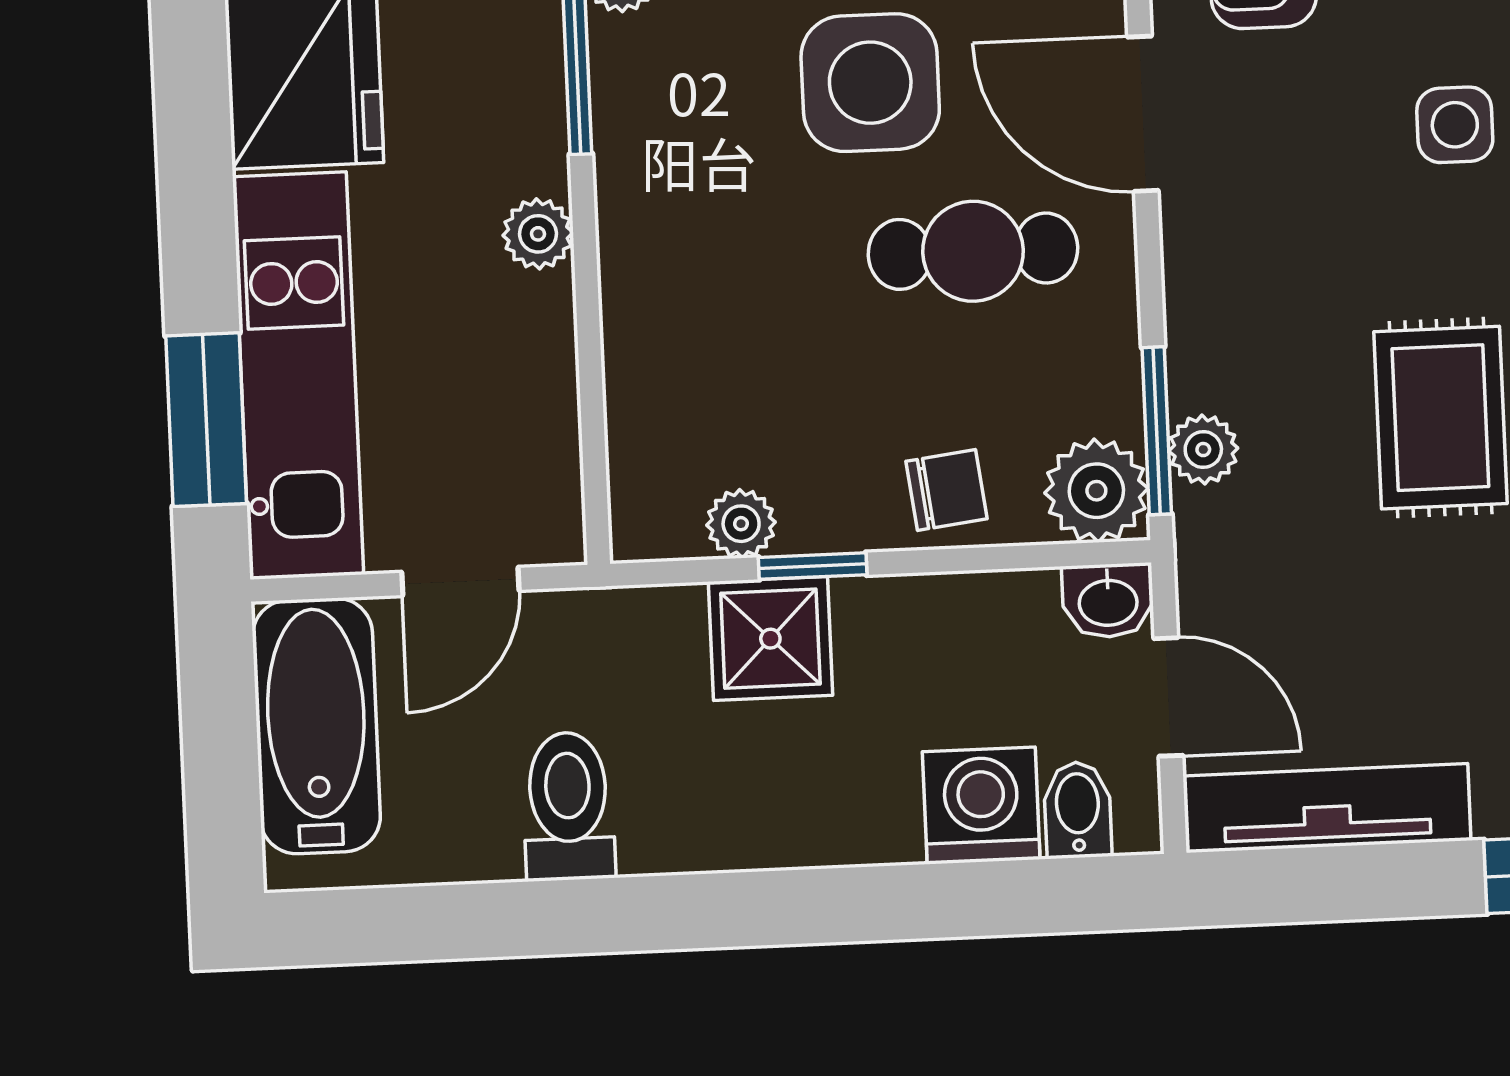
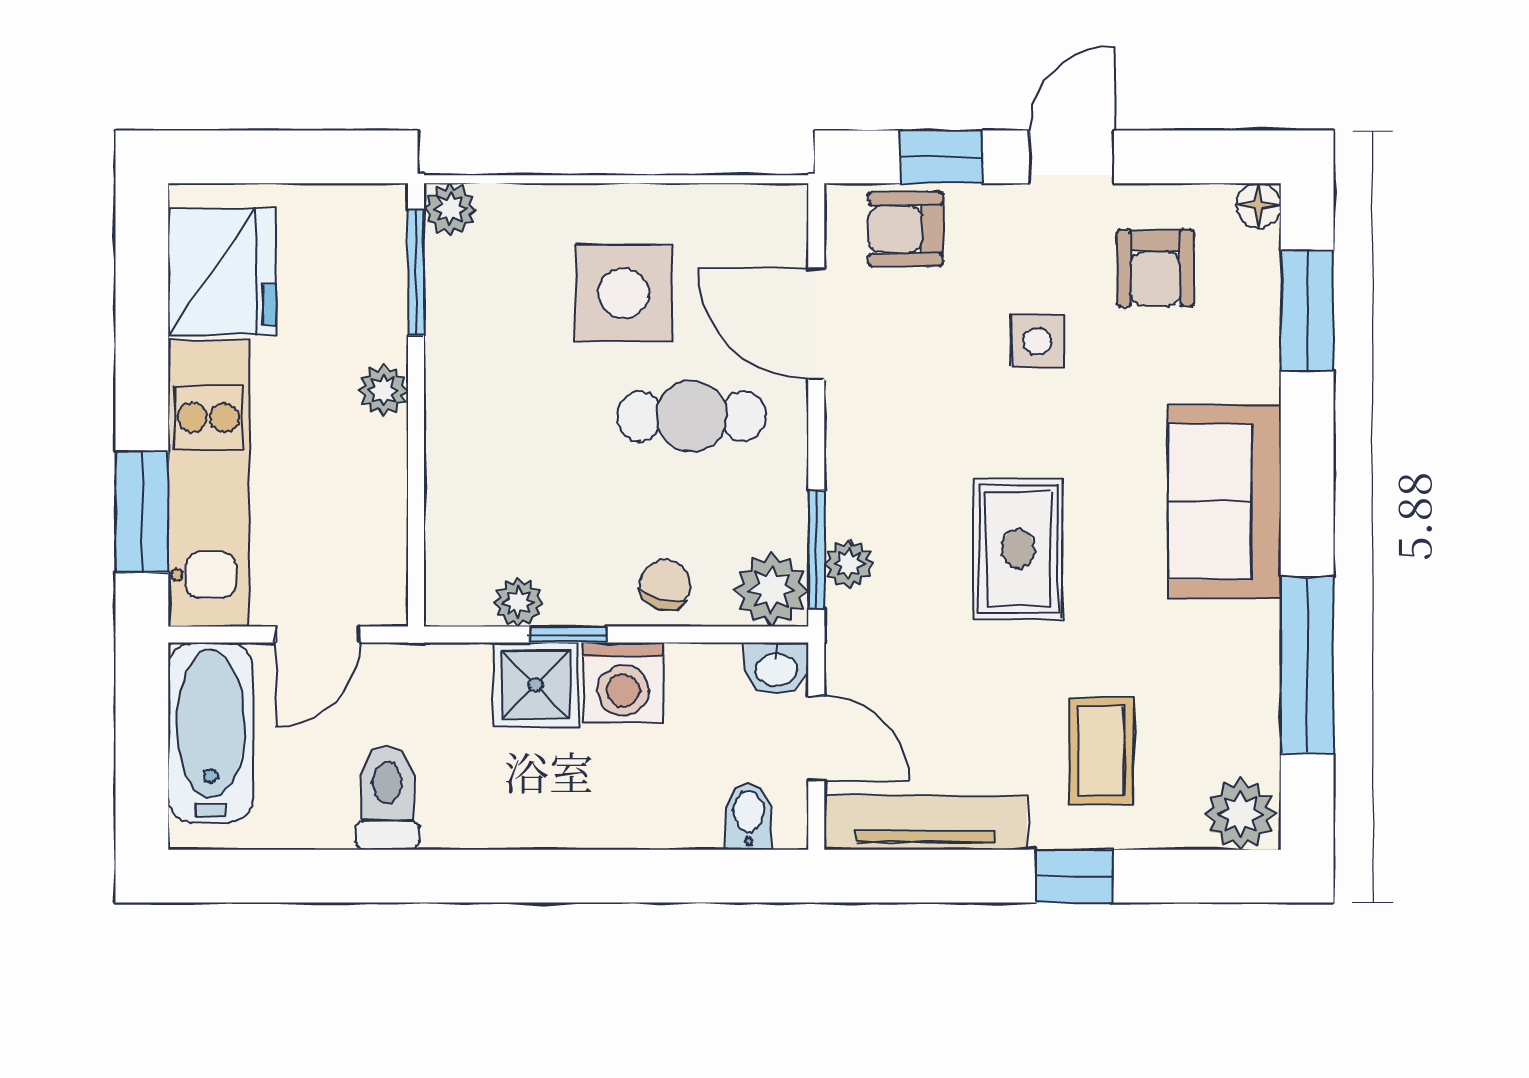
chair: (946, 490) -> (665, 585), turned -67
washing machine: (981, 805) -> (623, 682), moved, turned 180

